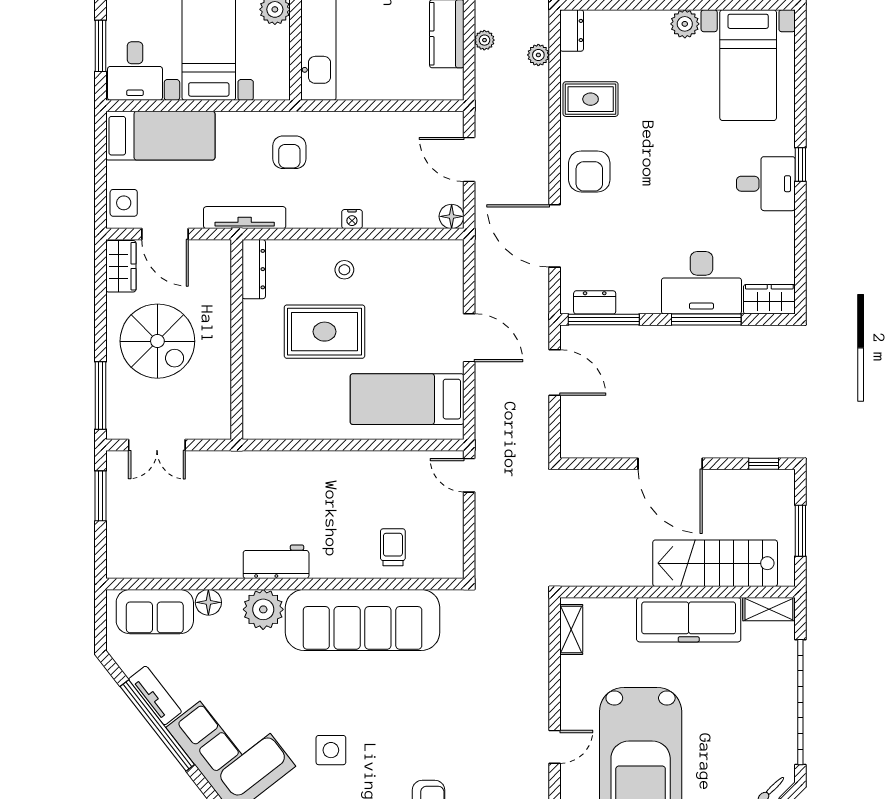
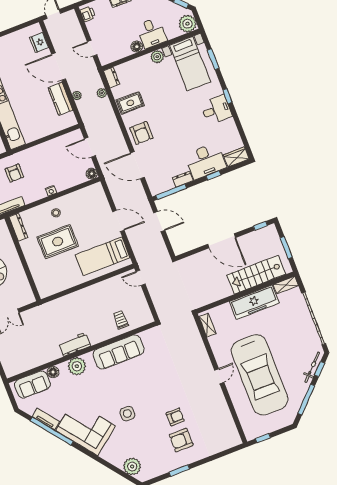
window: (800, 75) -> (213, 59), added
dresser: (595, 302) -> (183, 179), moved
window: (706, 320) -> (213, 175), width x0.46
sofa: (363, 620) -> (119, 352), width x0.74, depth x0.79

